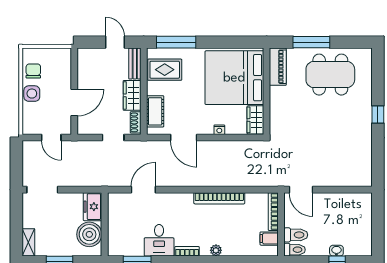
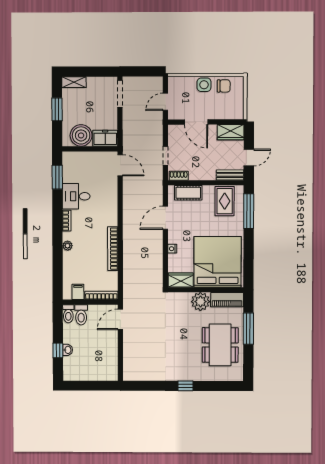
wardrobe: (132, 95) -> (231, 132), moved, turned 180
plant: (280, 97) -> (200, 302), added
door: (143, 190) -> (120, 165), moved

